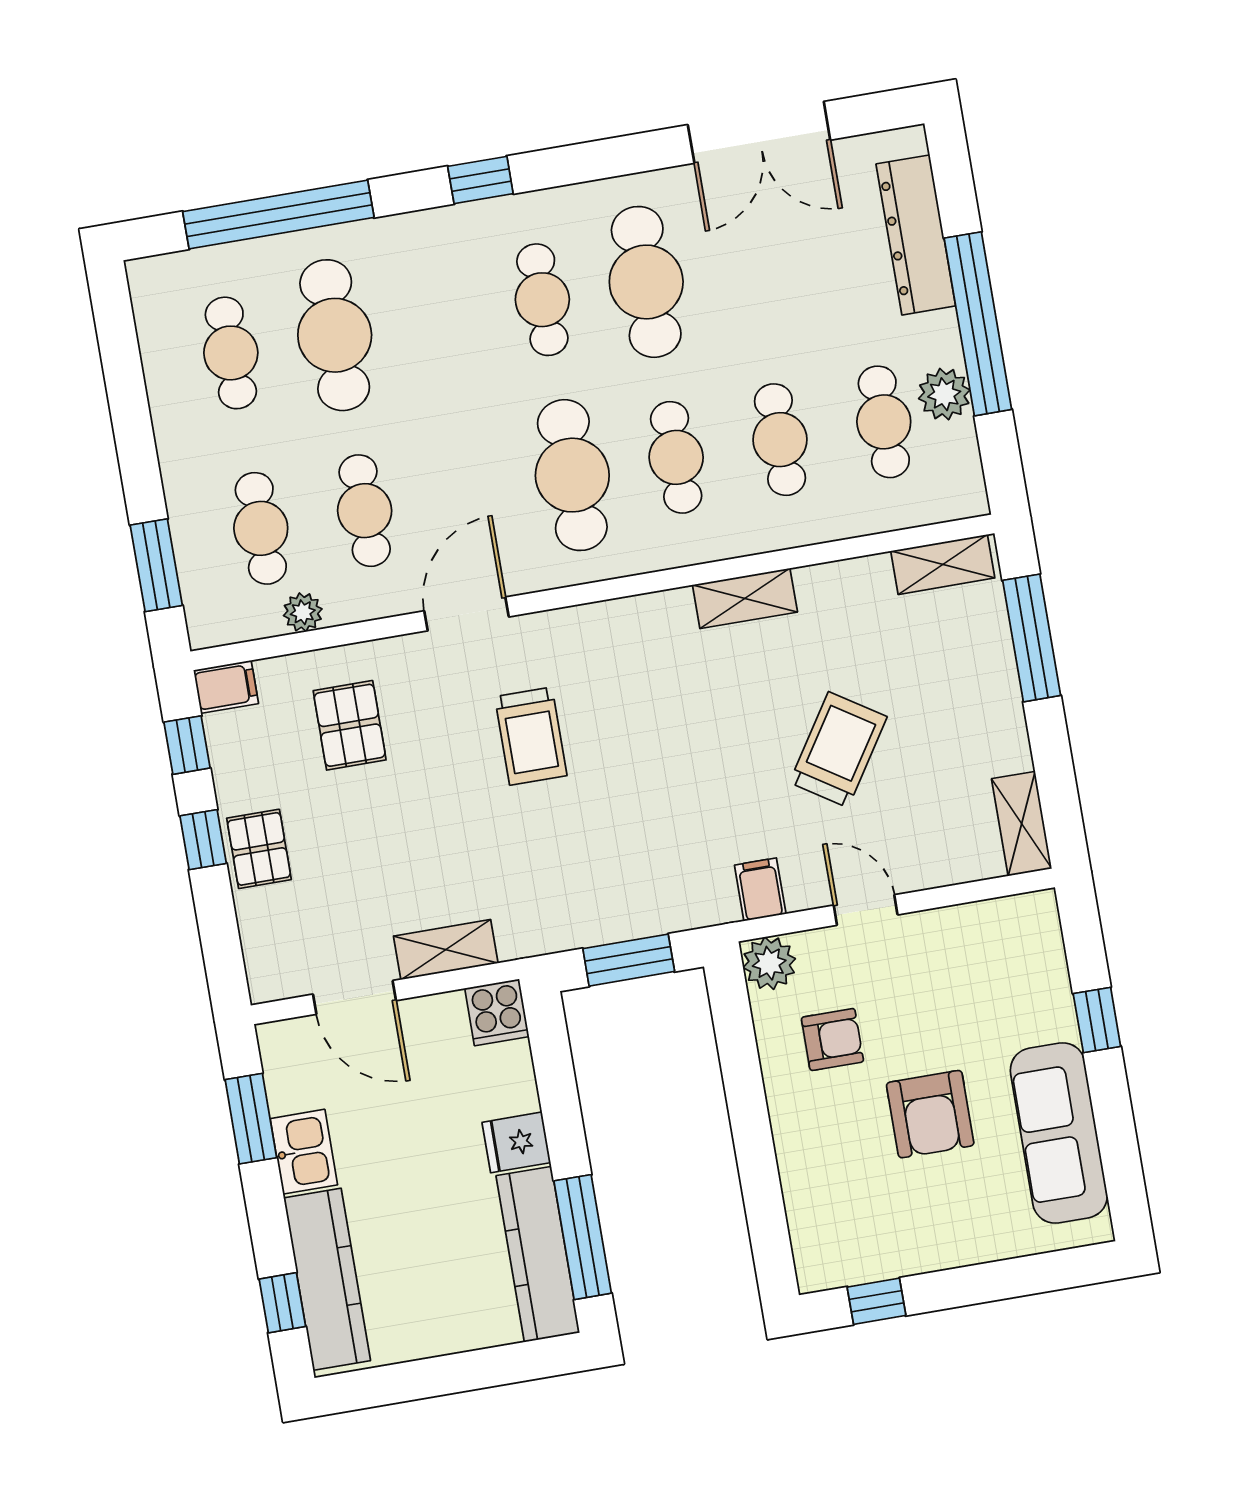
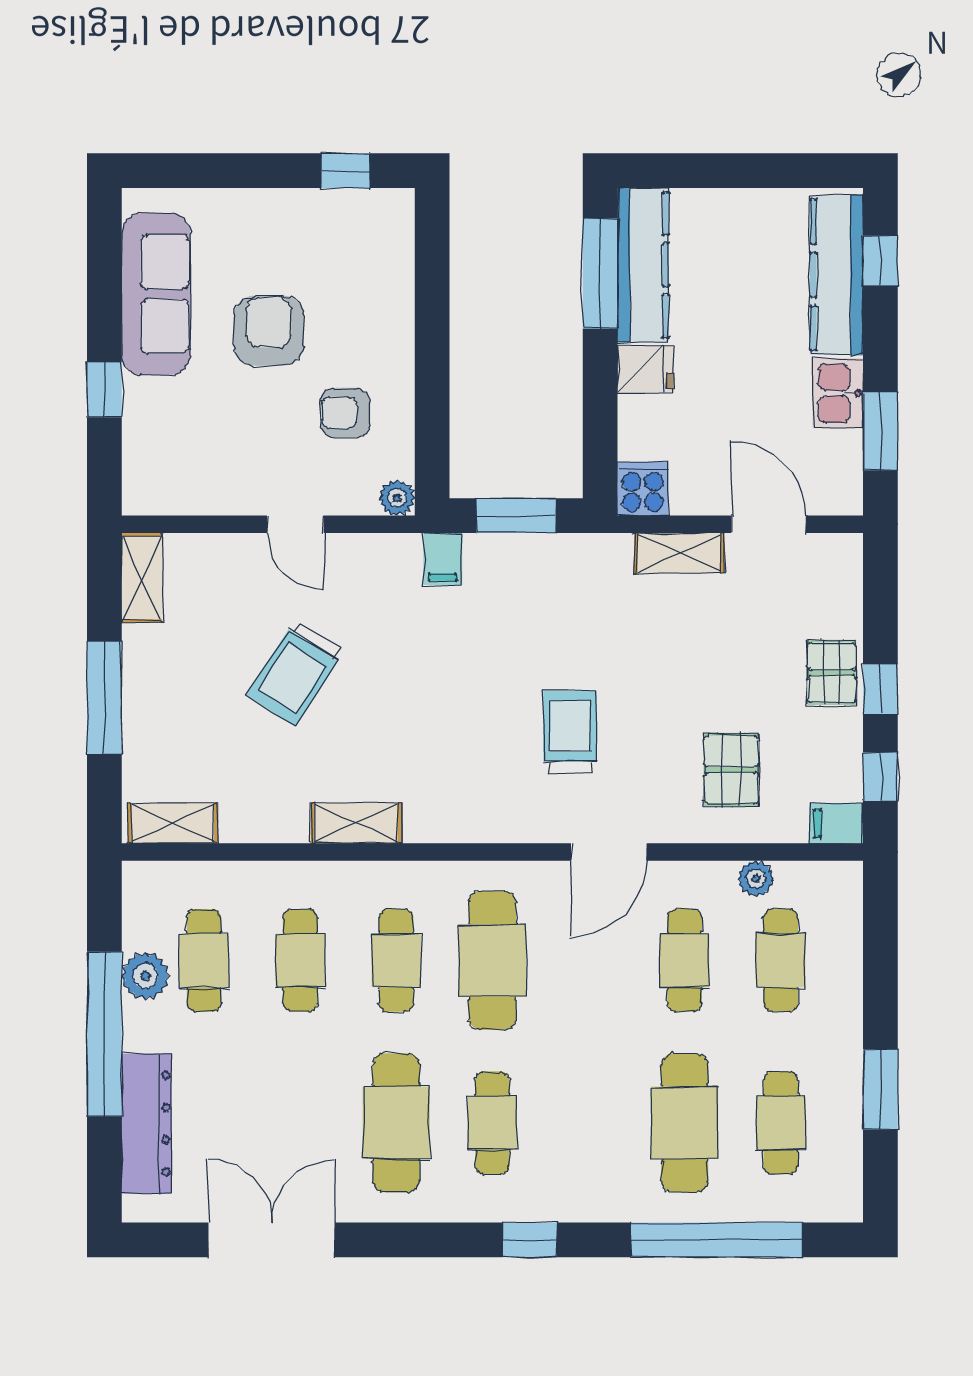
window: (156, 565) -> (880, 1089), moved
window: (1032, 638) -> (104, 698), moved
filing cabinet: (760, 890) -> (443, 559), moved
plant: (769, 963) -> (397, 498), width x0.73, depth x0.73

